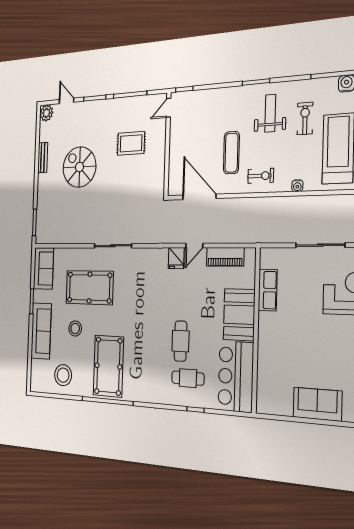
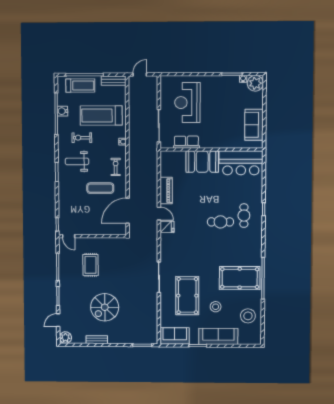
row of seats: (268, 290) -> (186, 142), moved
booth: (239, 315) -> (202, 162), moved
wall: (256, 330) -> (211, 150), moved
bar counter: (236, 376) -> (241, 163), moved

